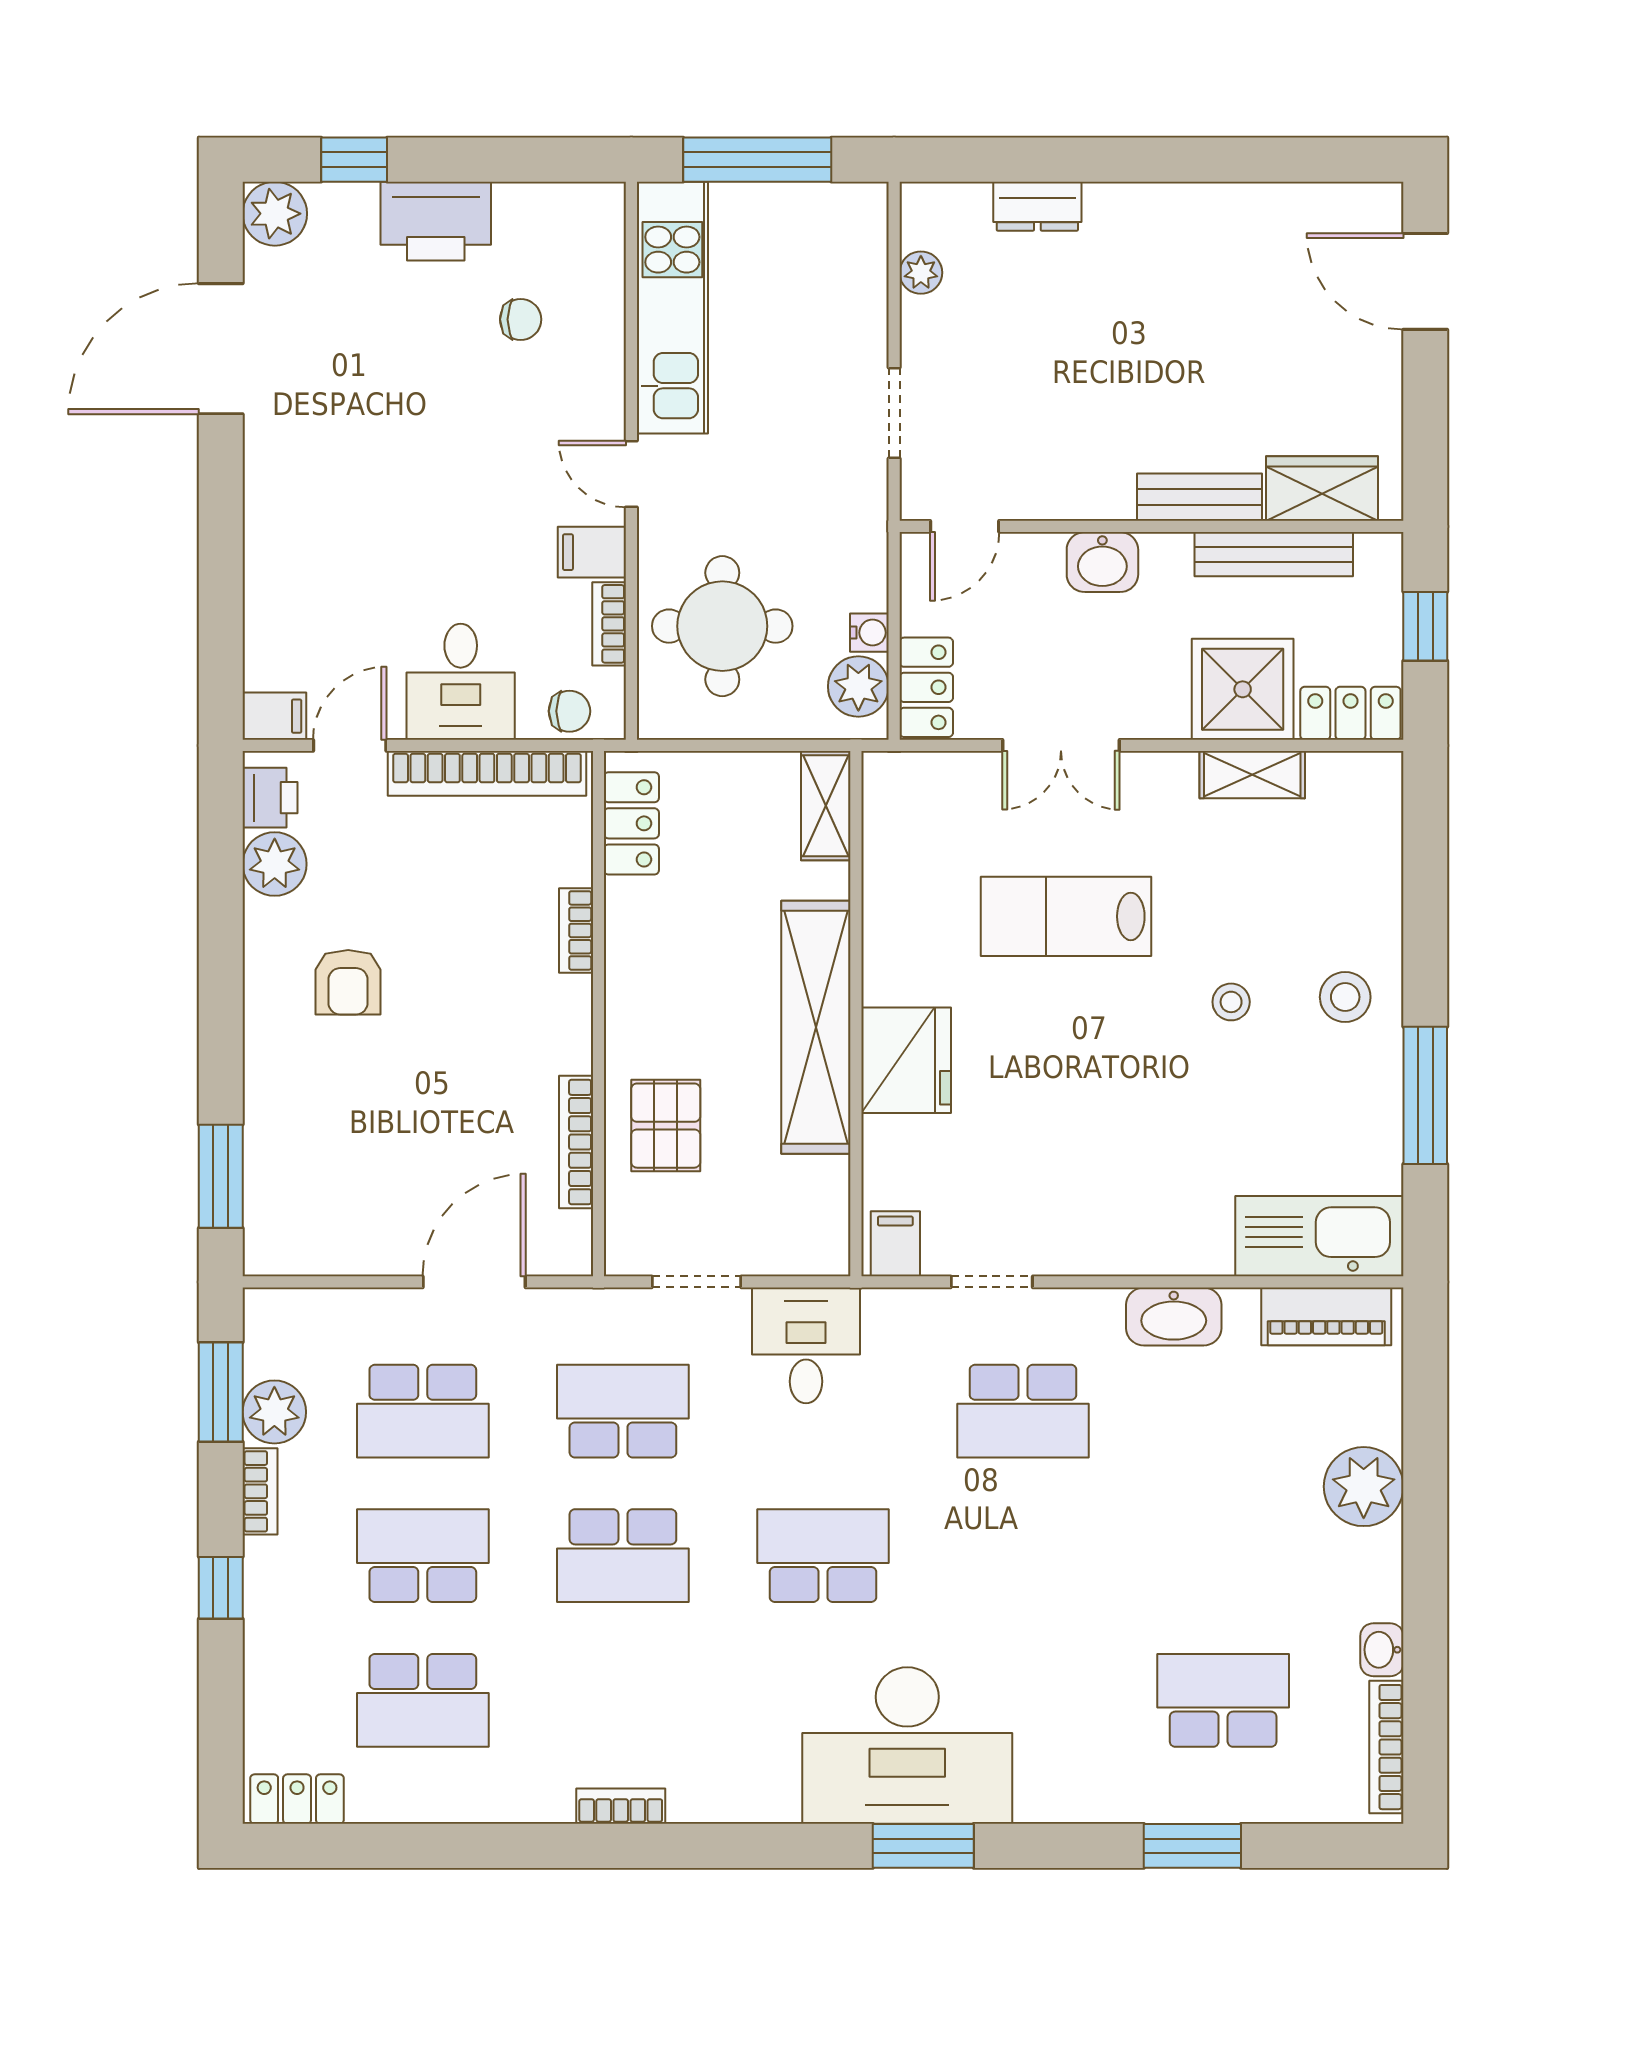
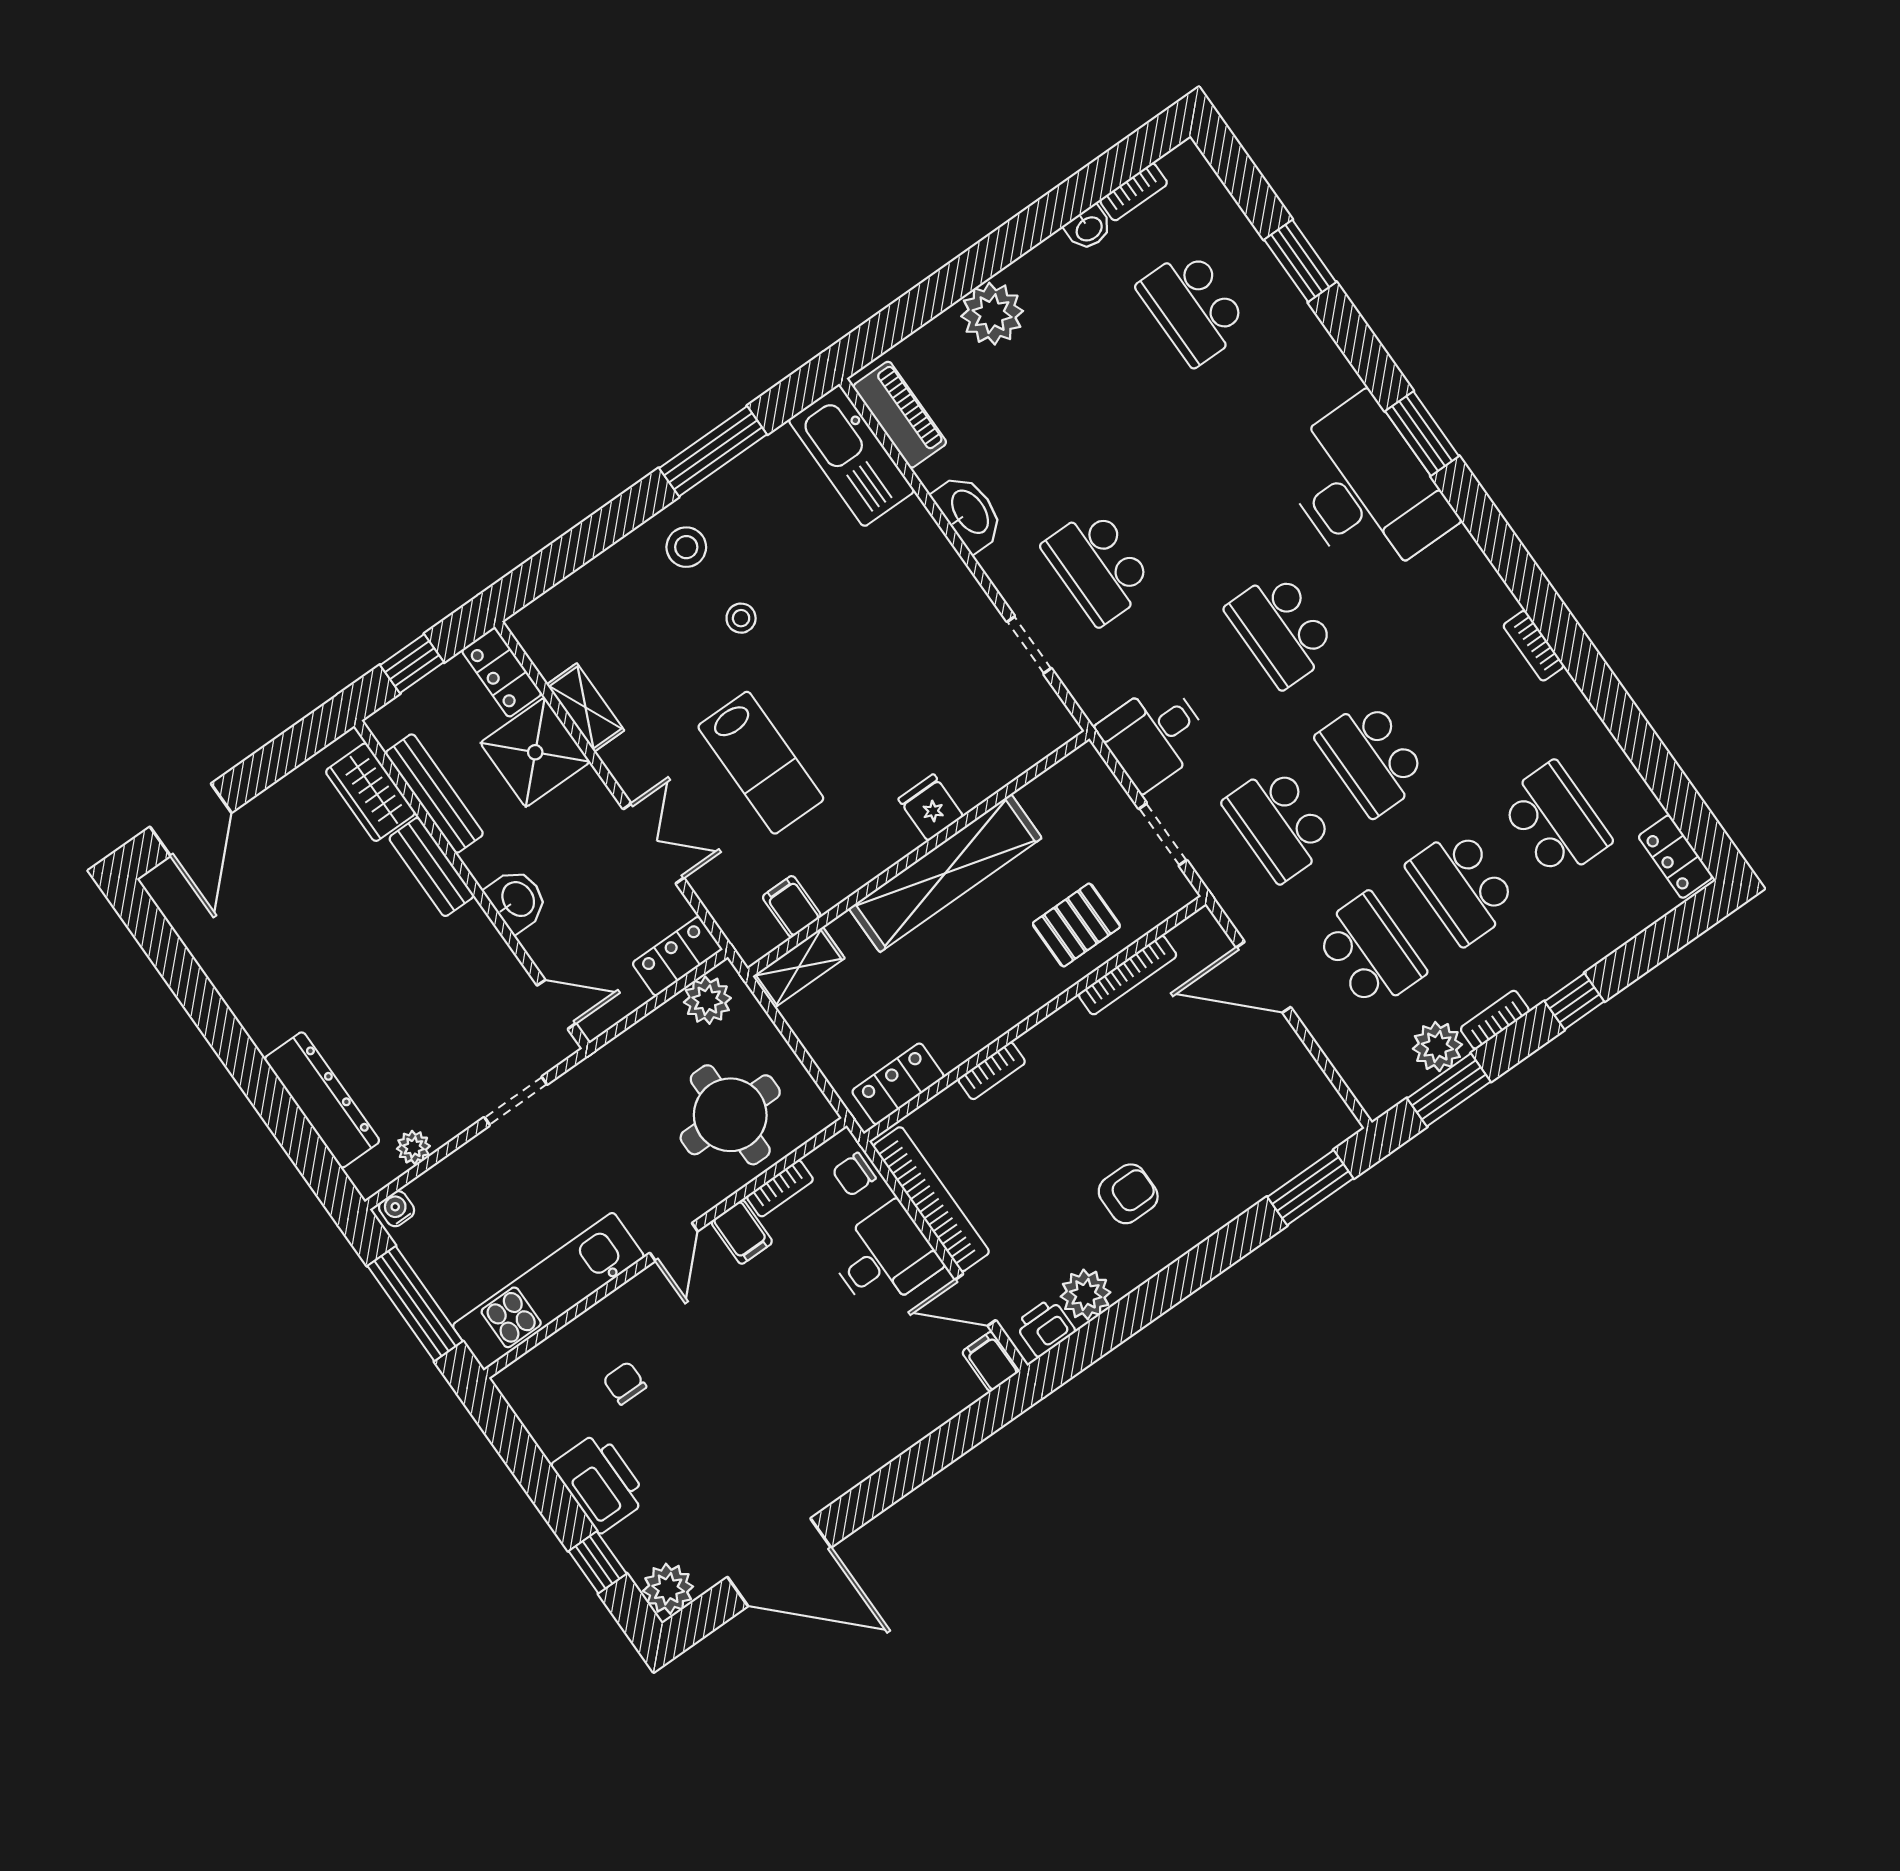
dresser: (1037, 206) -> (322, 1100), width x1.96, depth x1.24
water cooler: (869, 633) -> (397, 1209), moved
chair: (569, 711) -> (854, 1174), turned -90
fridge: (906, 1060) -> (931, 808), width x0.53, depth x0.75
filing cabinet: (895, 1244) -> (792, 906), moved, turned 90
school desk: (1023, 1411) -> (1098, 566), turned 180
school desk: (623, 1556) -> (1372, 758), turned 180
bookcase: (1386, 1747) -> (1134, 192), width x0.64

